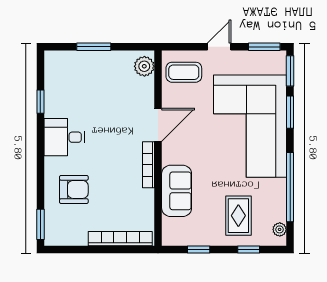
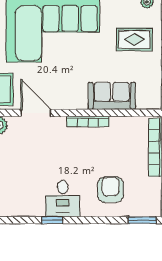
window: (40, 102) -> (52, 220), moved
door: (158, 125) -> (36, 113), moved

